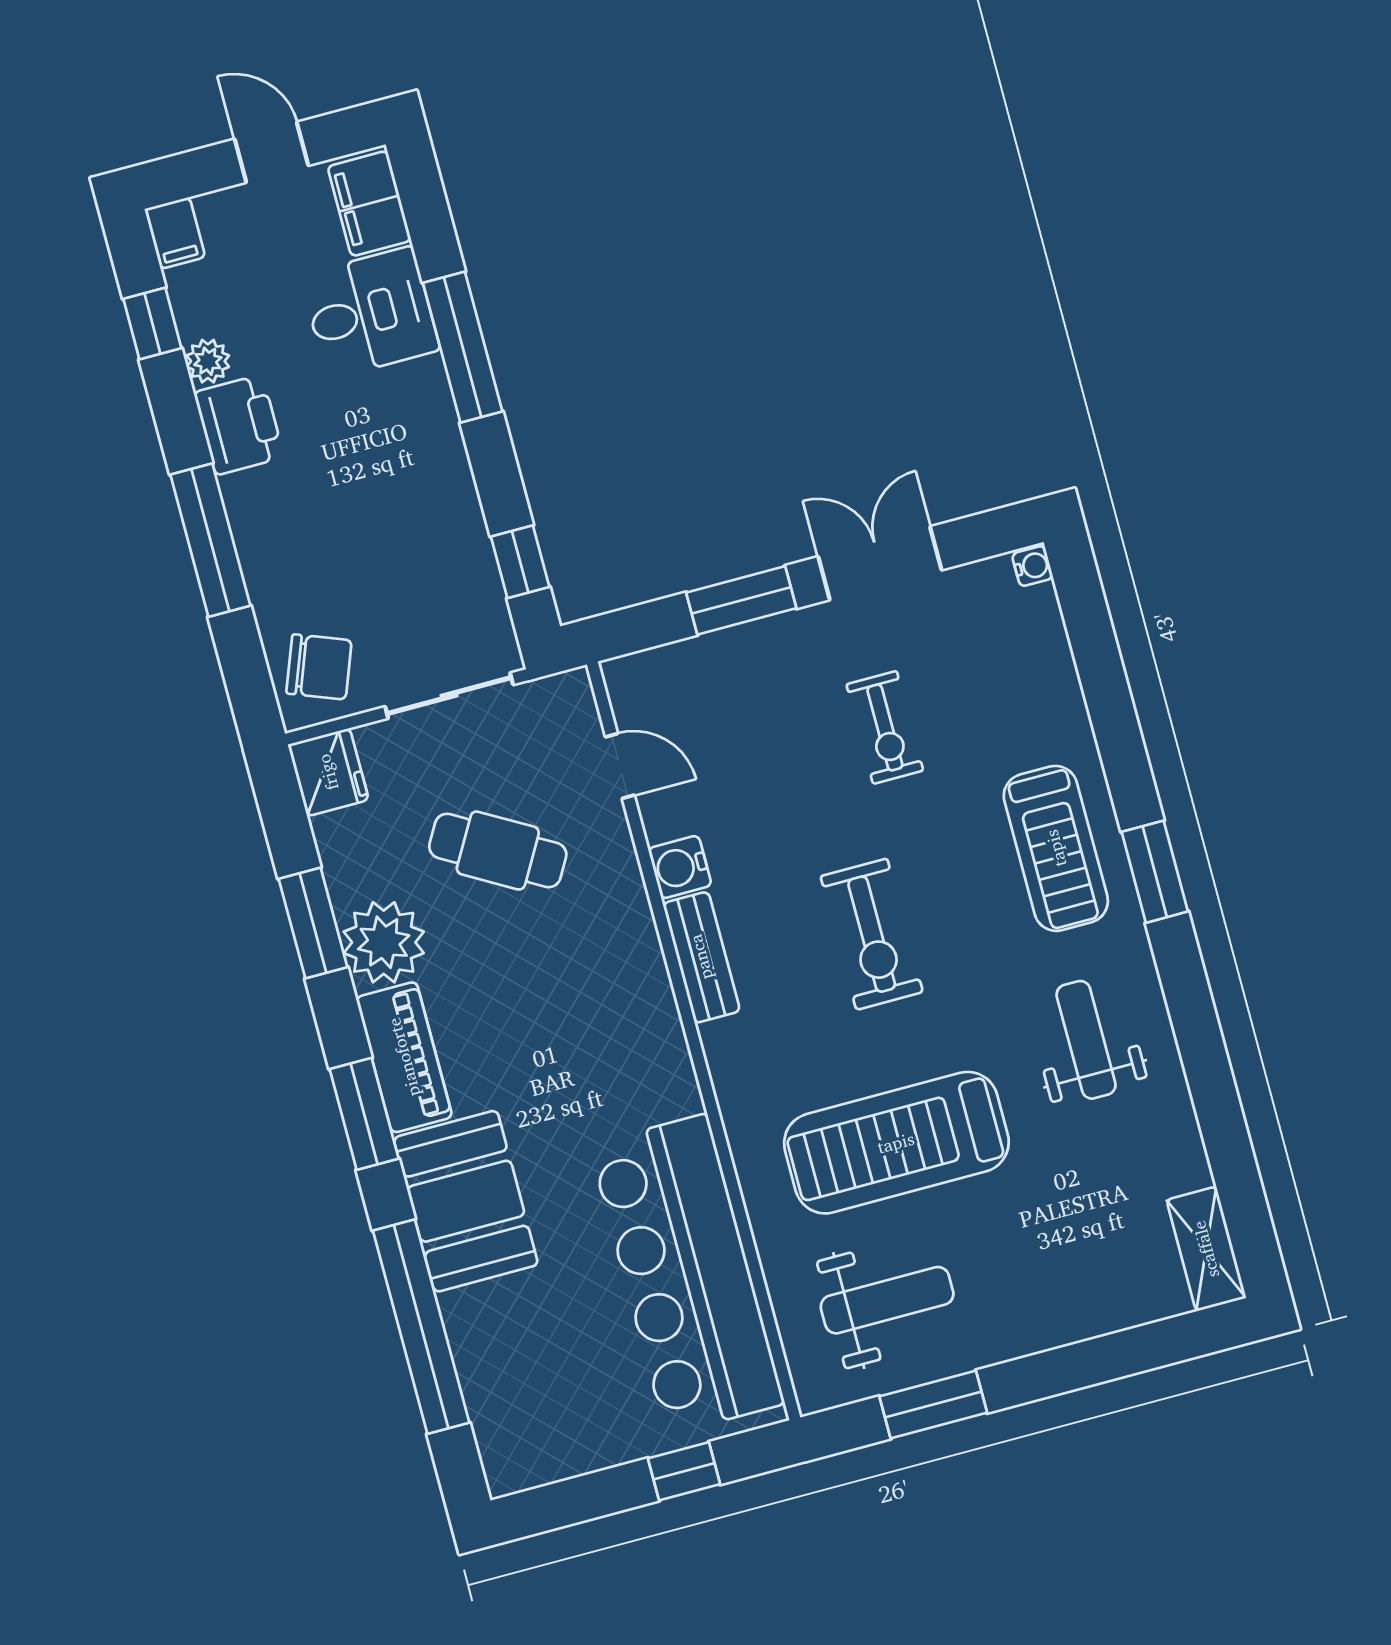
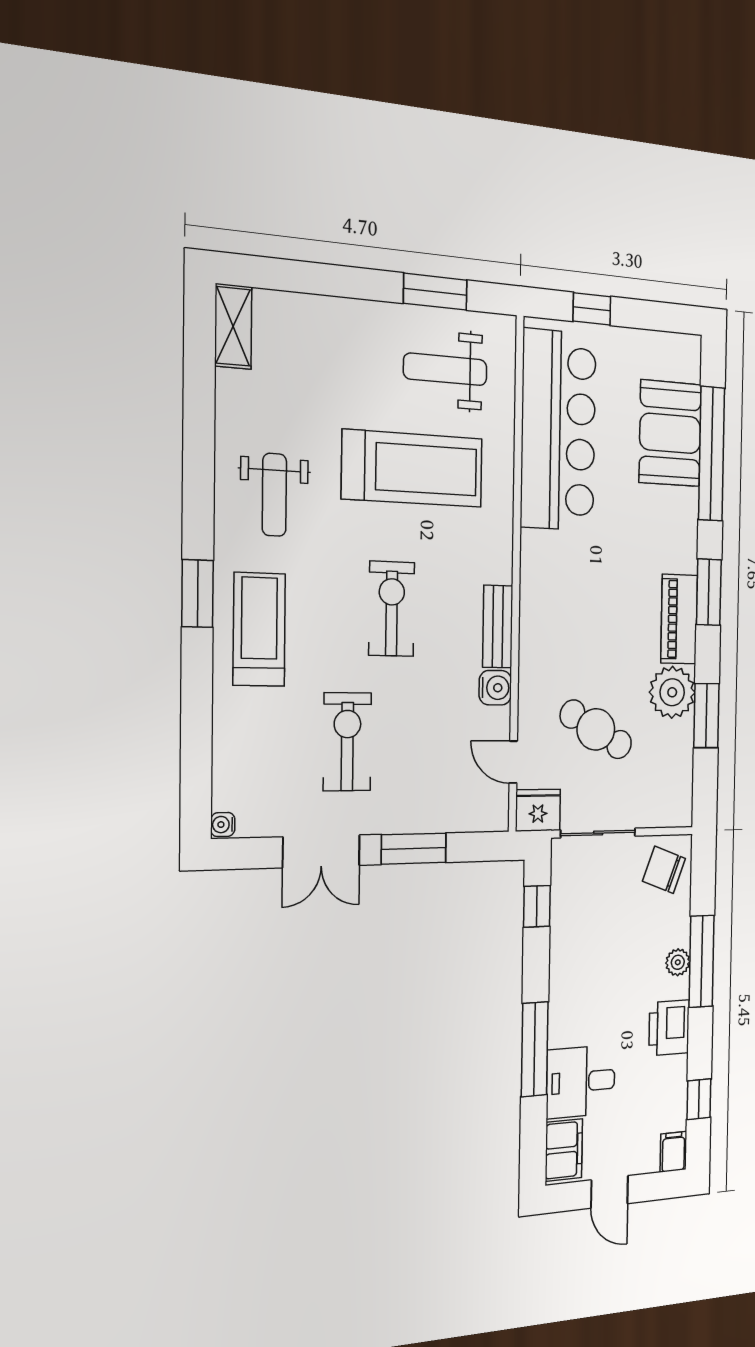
plant: (208, 361) -> (678, 962), moved
exercise bike: (885, 728) -> (347, 742), width x1.38, depth x1.39
fridge: (328, 772) -> (538, 810), moved, turned 90
booth: (466, 1201) -> (670, 433), moved

